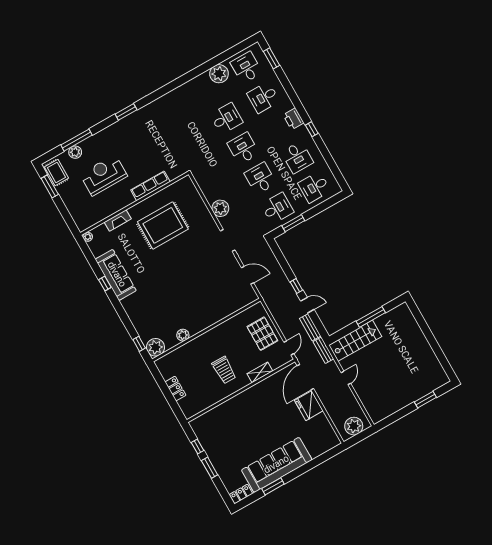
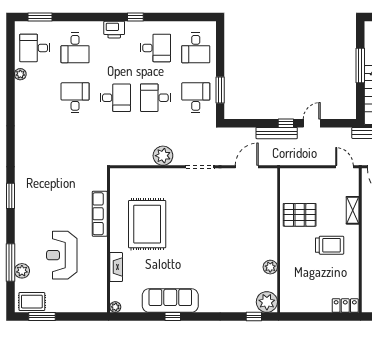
plant: (219, 74) -> (20, 74), width x0.53, depth x0.53
desk: (243, 148) -> (115, 98), turned 180
bench: (310, 327) -> (277, 133), moved, width x1.36
pallet: (262, 334) -> (300, 215), moved
locker: (175, 389) -> (345, 305), moved

